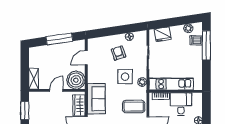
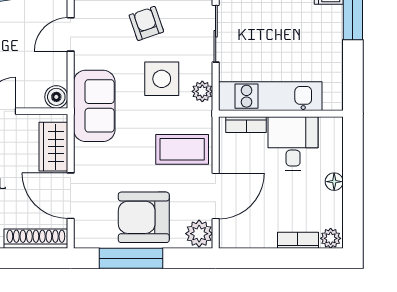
boiler: (76, 80) -> (56, 97), width x0.54, depth x0.54
sofa: (96, 99) -> (94, 106), moved

